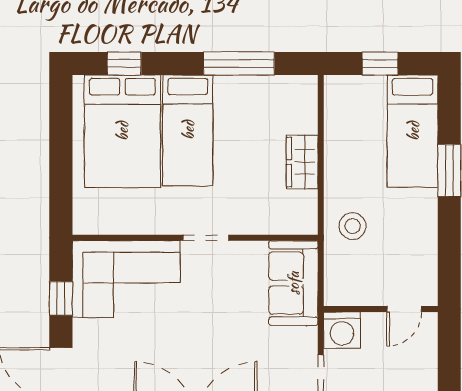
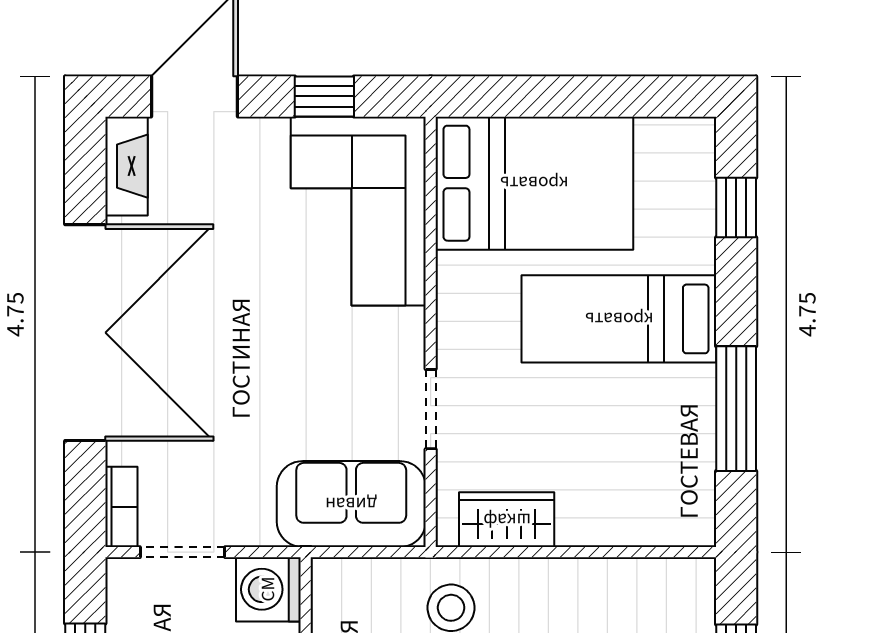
bed: (122, 131) -> (534, 183), moved, turned 180
wardrobe: (302, 162) -> (507, 520), moved
doorway: (206, 238) -> (431, 409), moved

